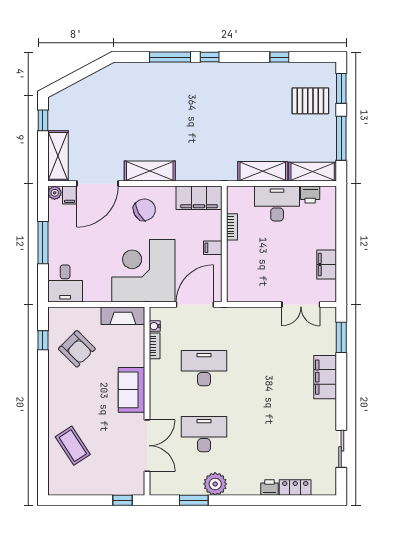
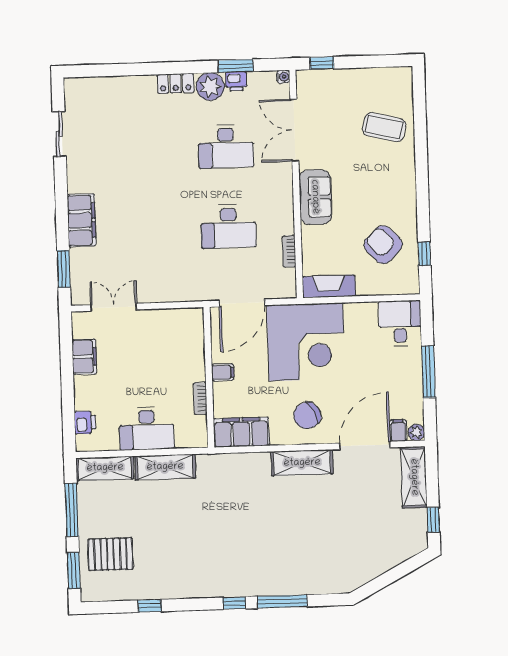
printer: (310, 195) -> (85, 422), moved, turned 90
water cooler: (155, 326) -> (283, 77), moved
coffee table: (73, 446) -> (384, 127), turned -43
printer: (269, 488) -> (236, 81), moved
locker: (295, 488) -> (176, 83), moved

